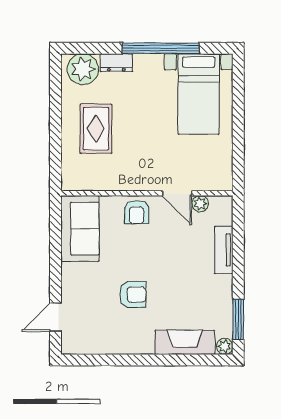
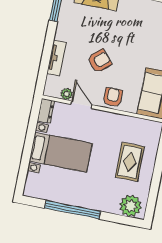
dresser: (116, 63) -> (46, 111), moved, turned 90
bed with nightstands: (199, 94) -> (61, 152), moved, turned 90
armchair: (133, 294) -> (100, 61), moved, turned 138

